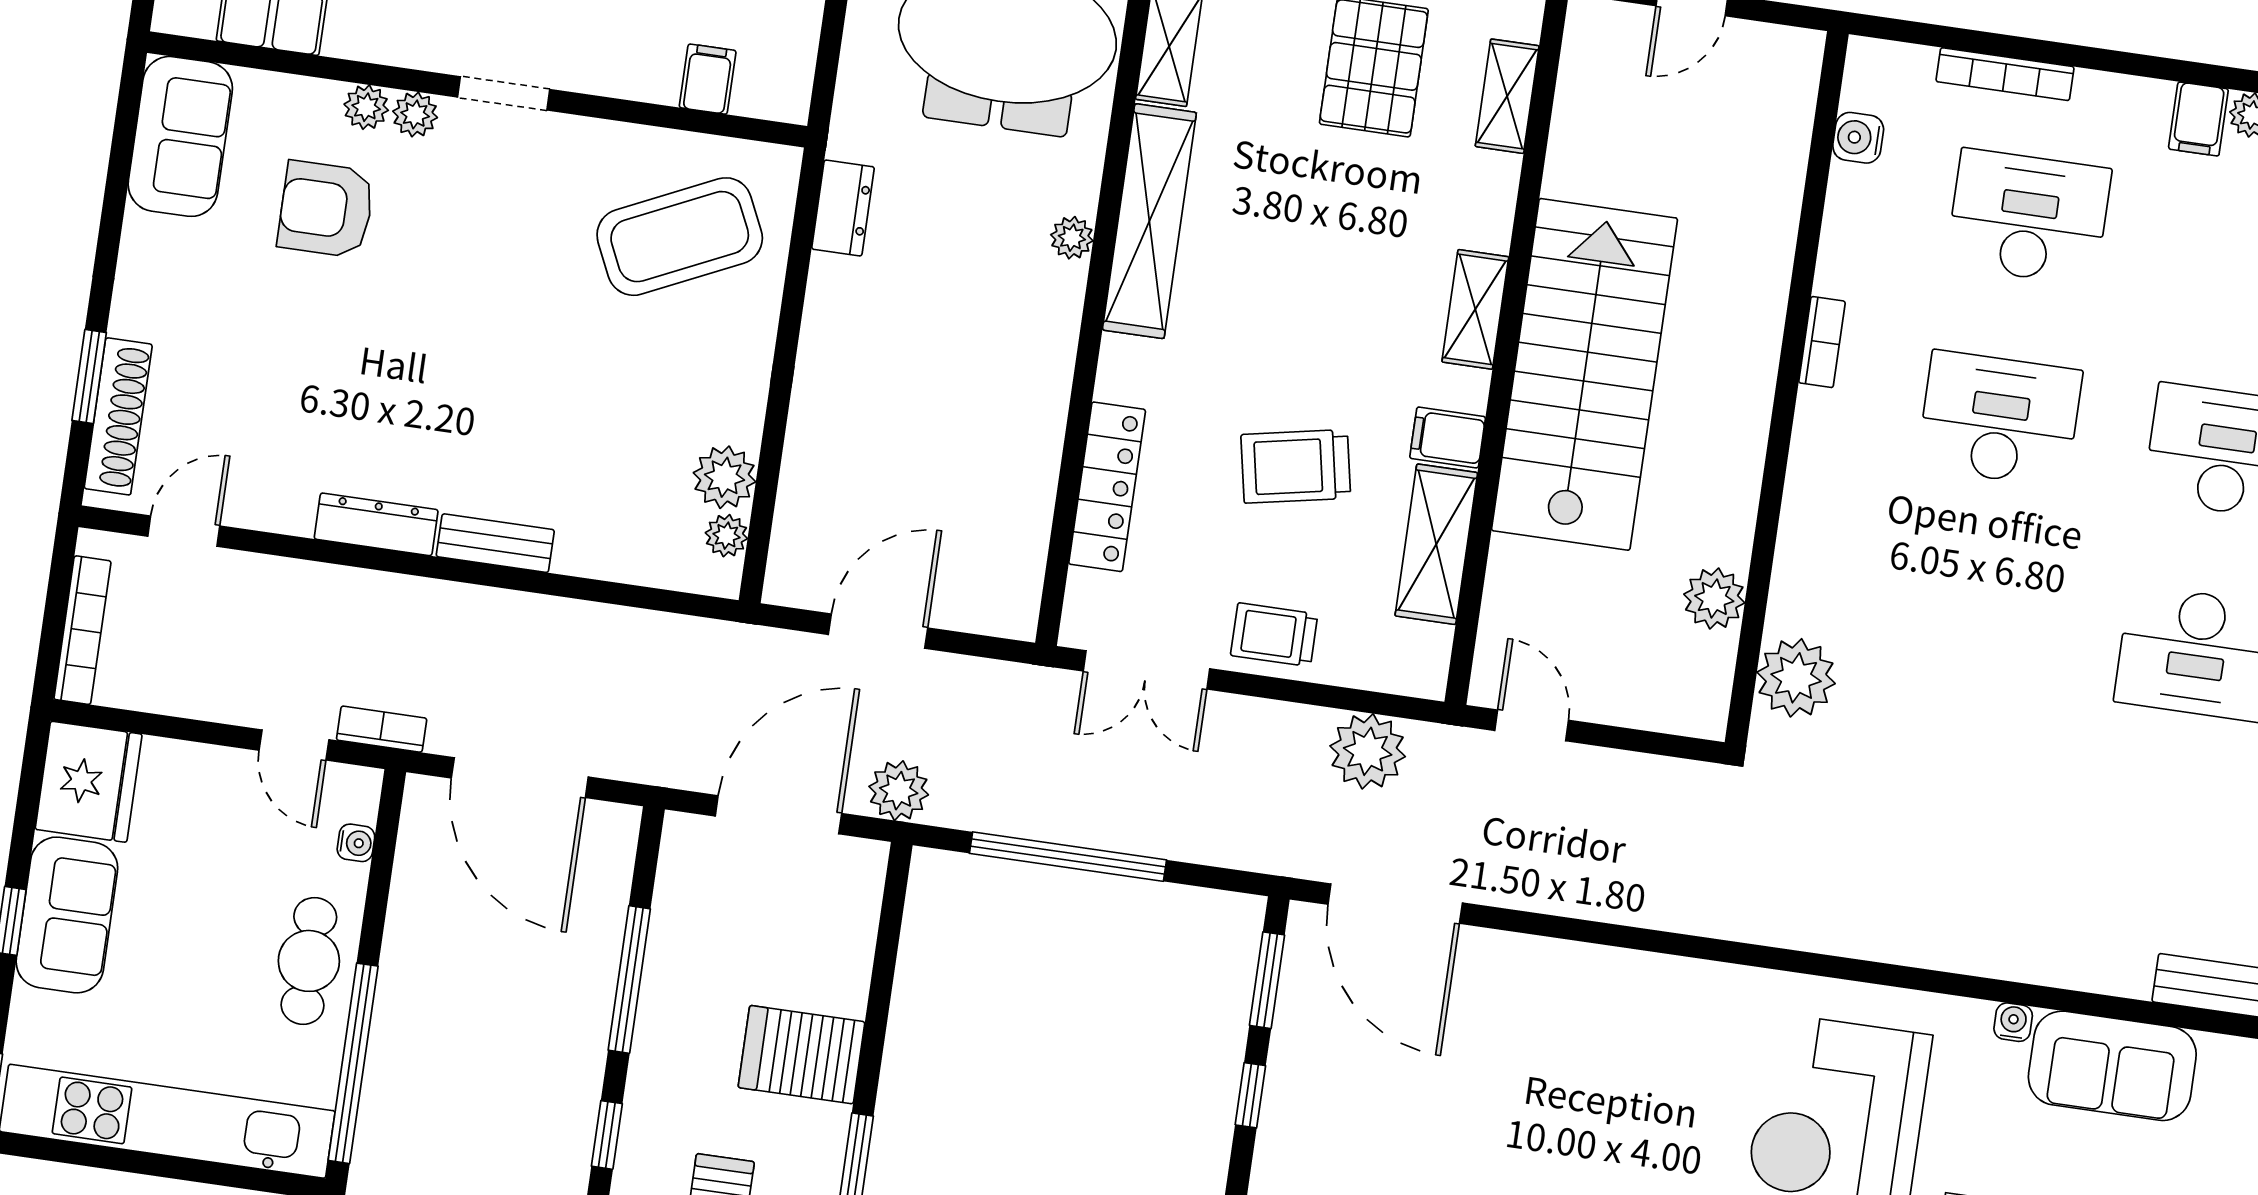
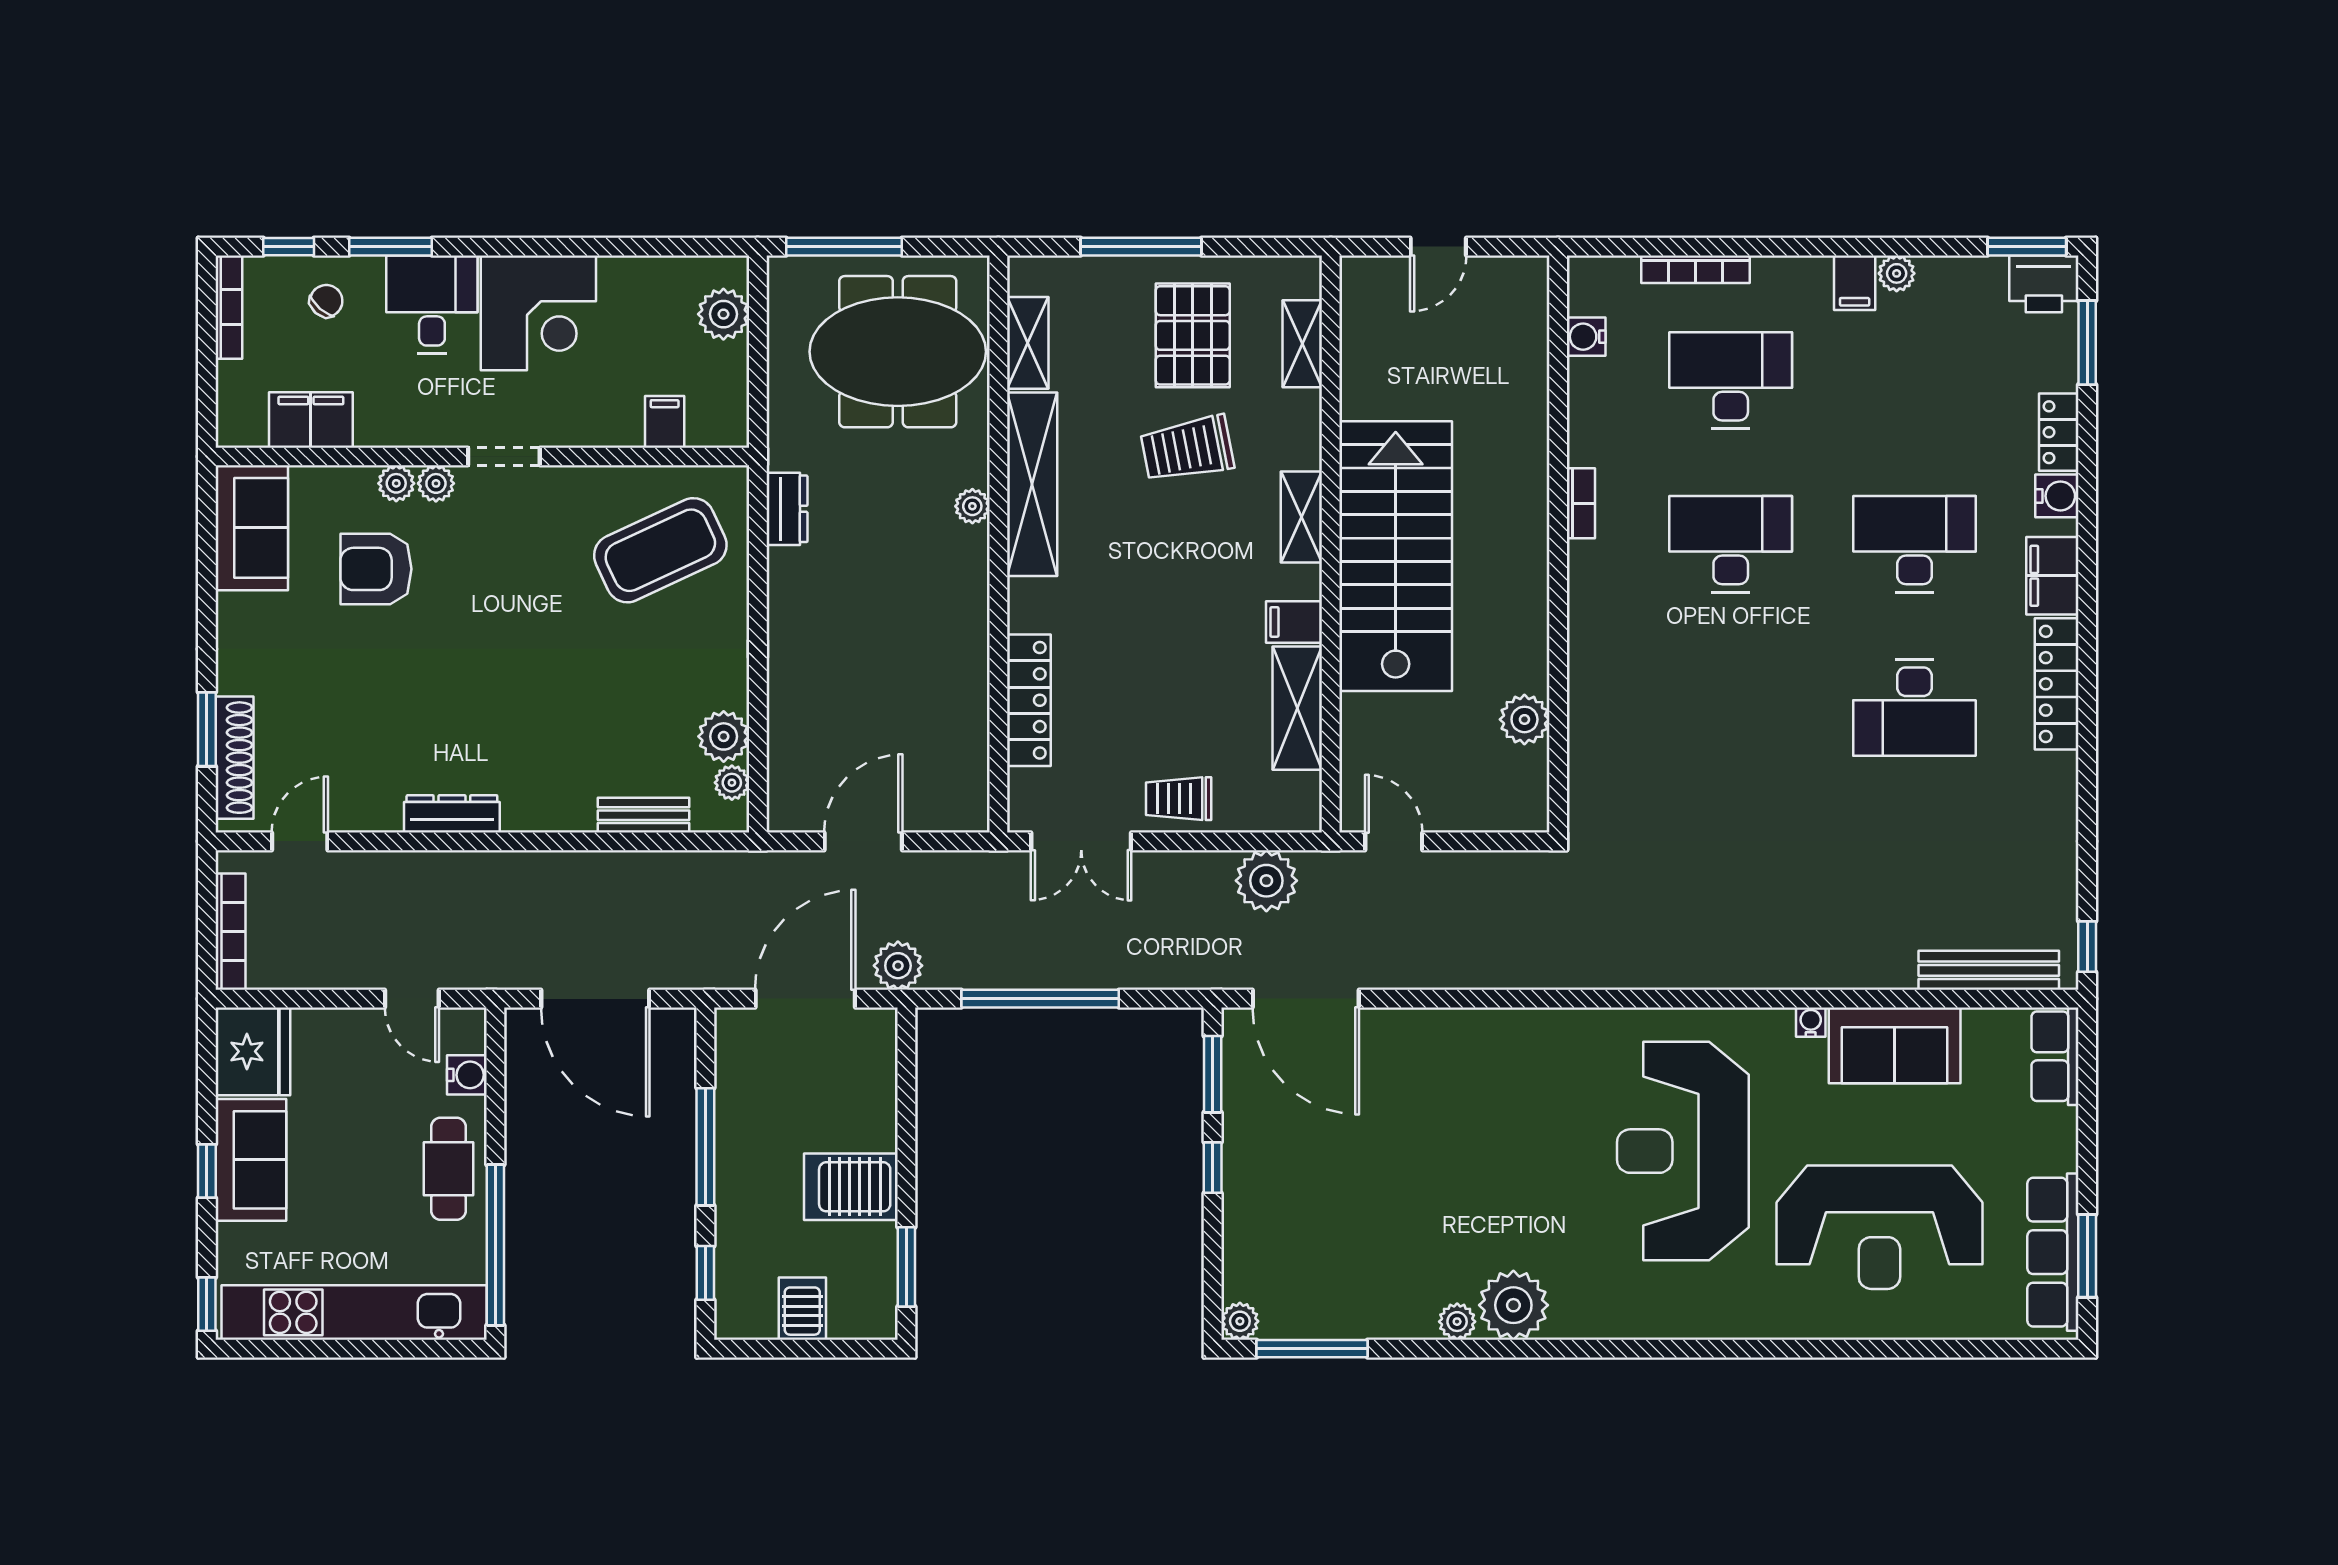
trolley: (1296, 466) -> (1187, 449), moved
bench: (495, 543) -> (643, 815), moved
plant: (1796, 678) -> (1599, 773), removed
bookcase: (382, 729) -> (480, 976), removed
water cooler: (356, 843) -> (467, 1075), width x1.38, depth x1.38

